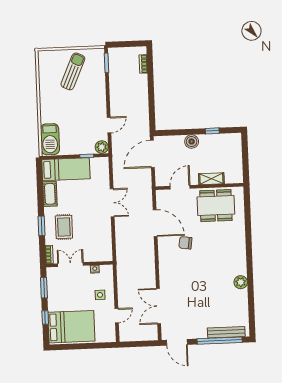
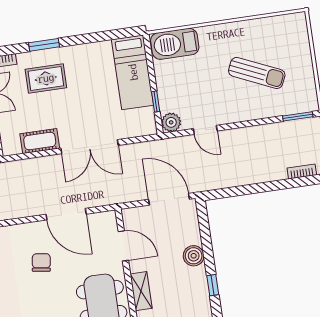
sun lounger: (73, 71) -> (257, 73), moved
cot: (50, 194) -> (40, 141), moved
double door: (112, 203) -> (90, 147), width x1.37
door: (155, 223) -> (66, 214), hinge flipped

